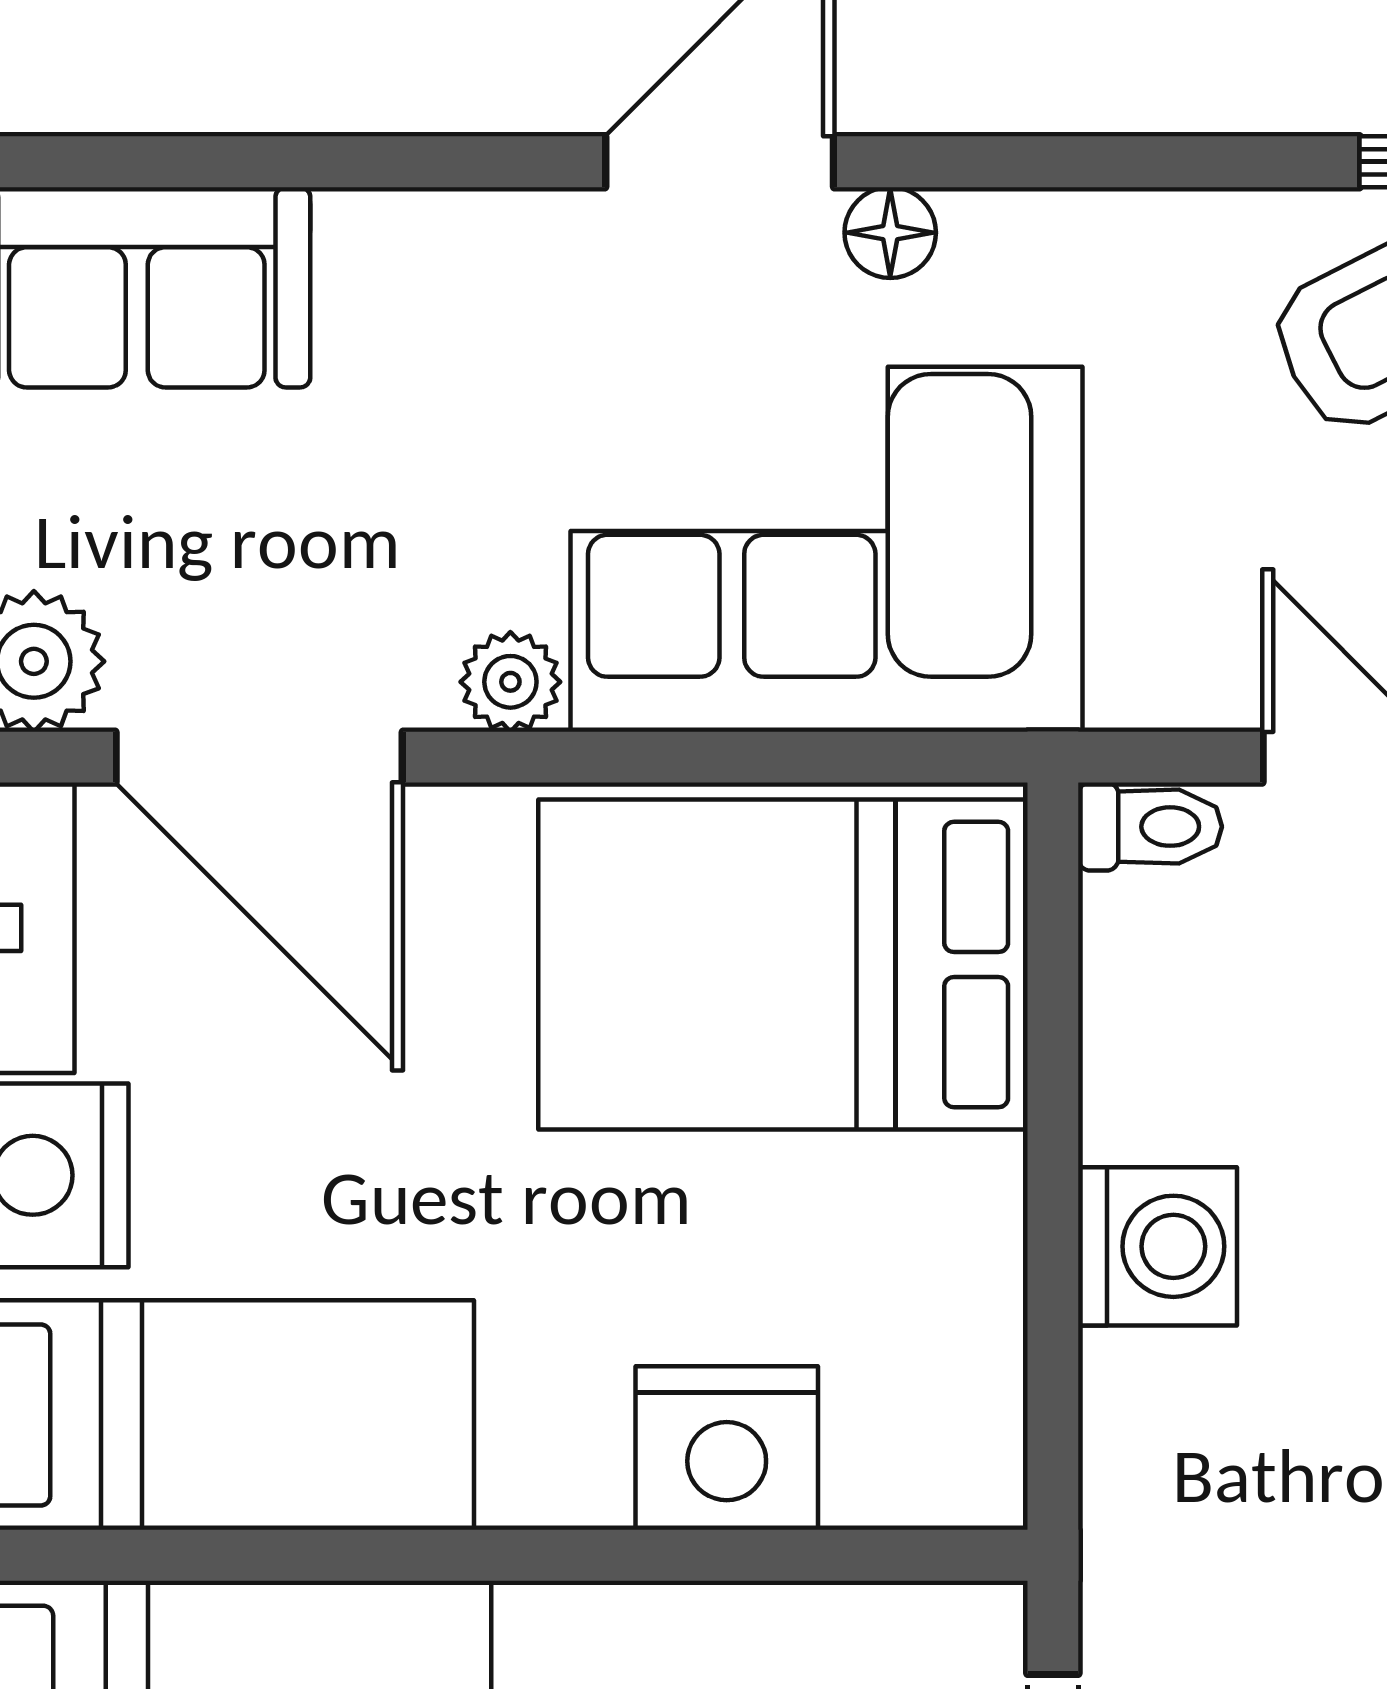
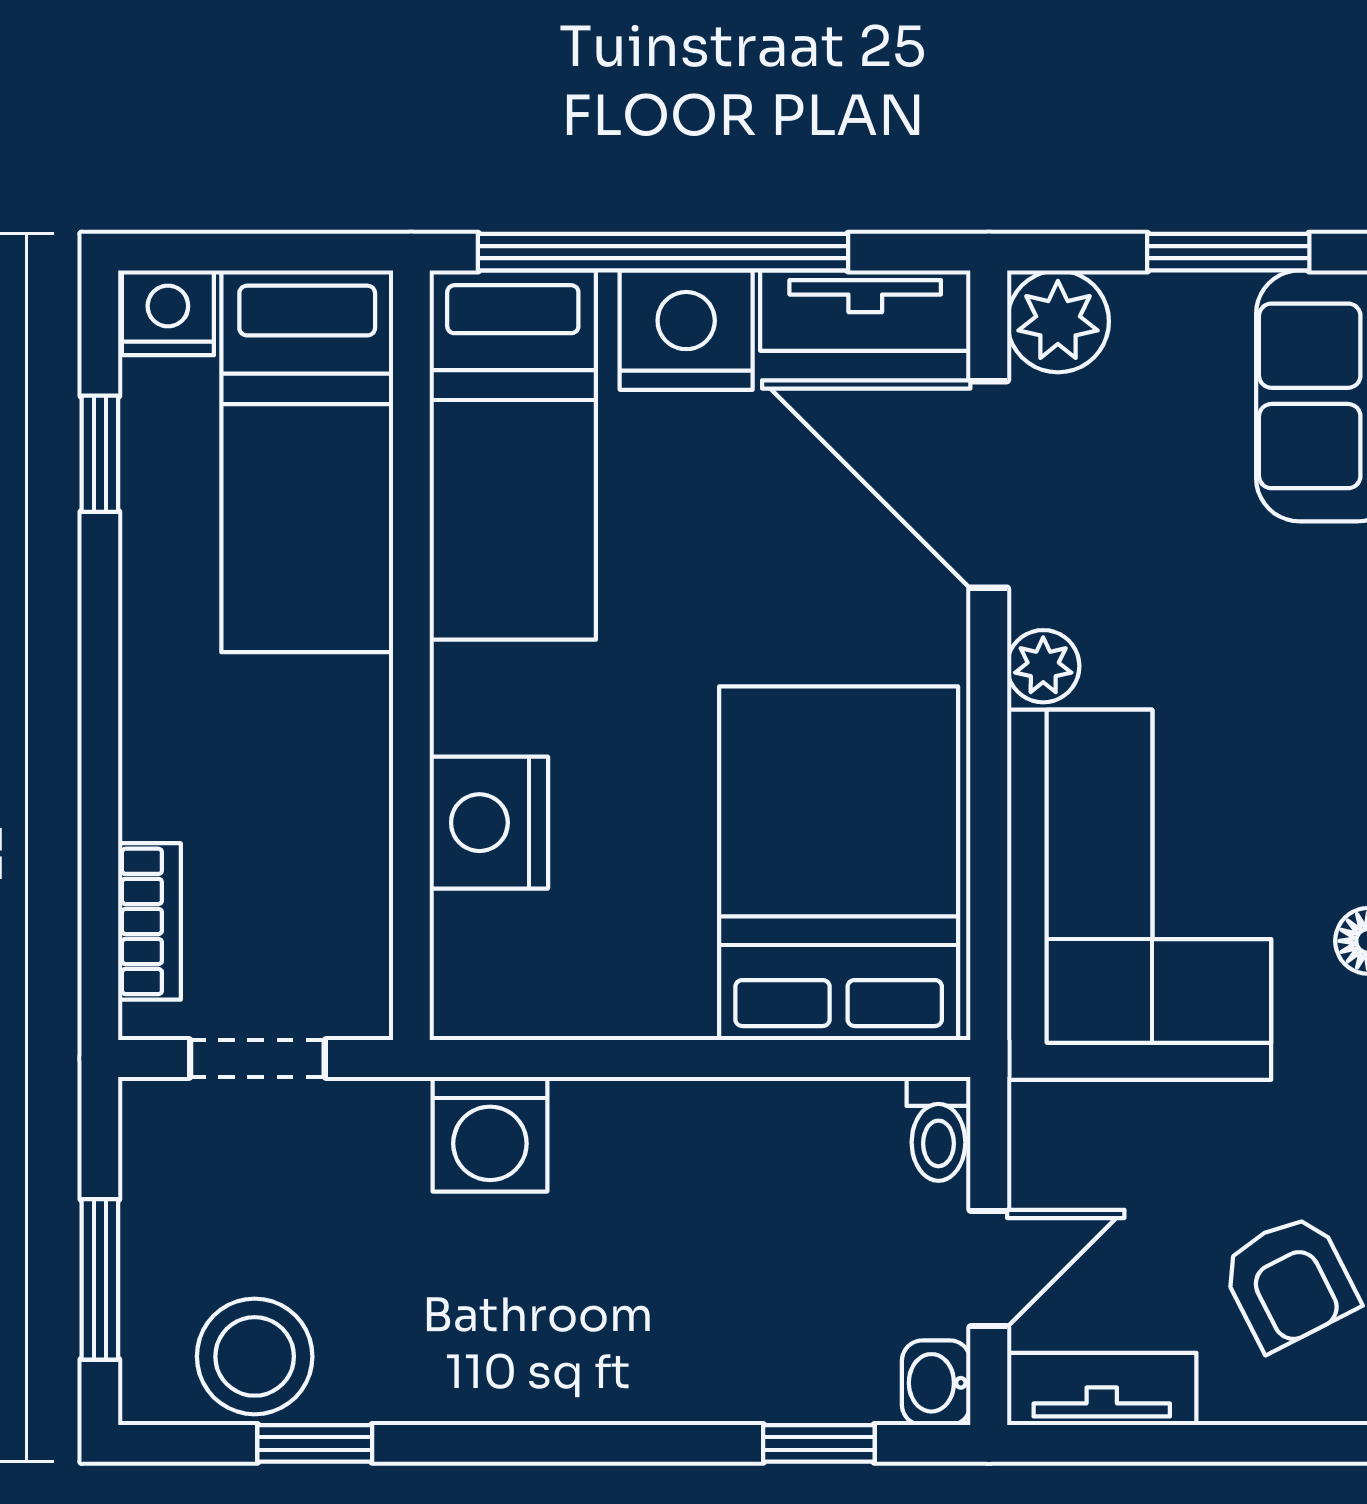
door: (259, 757) -> (989, 484), hinge flipped
washing machine: (1158, 1246) -> (490, 1134), moved

